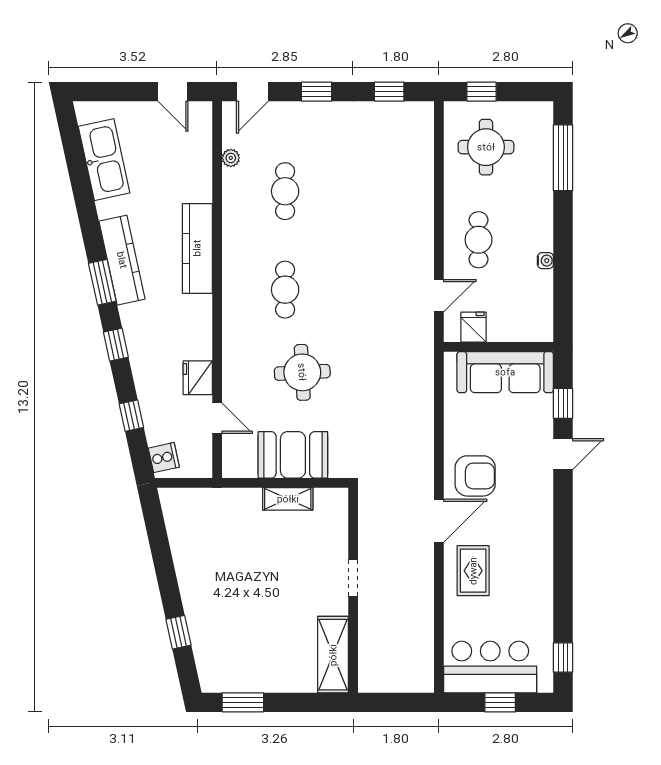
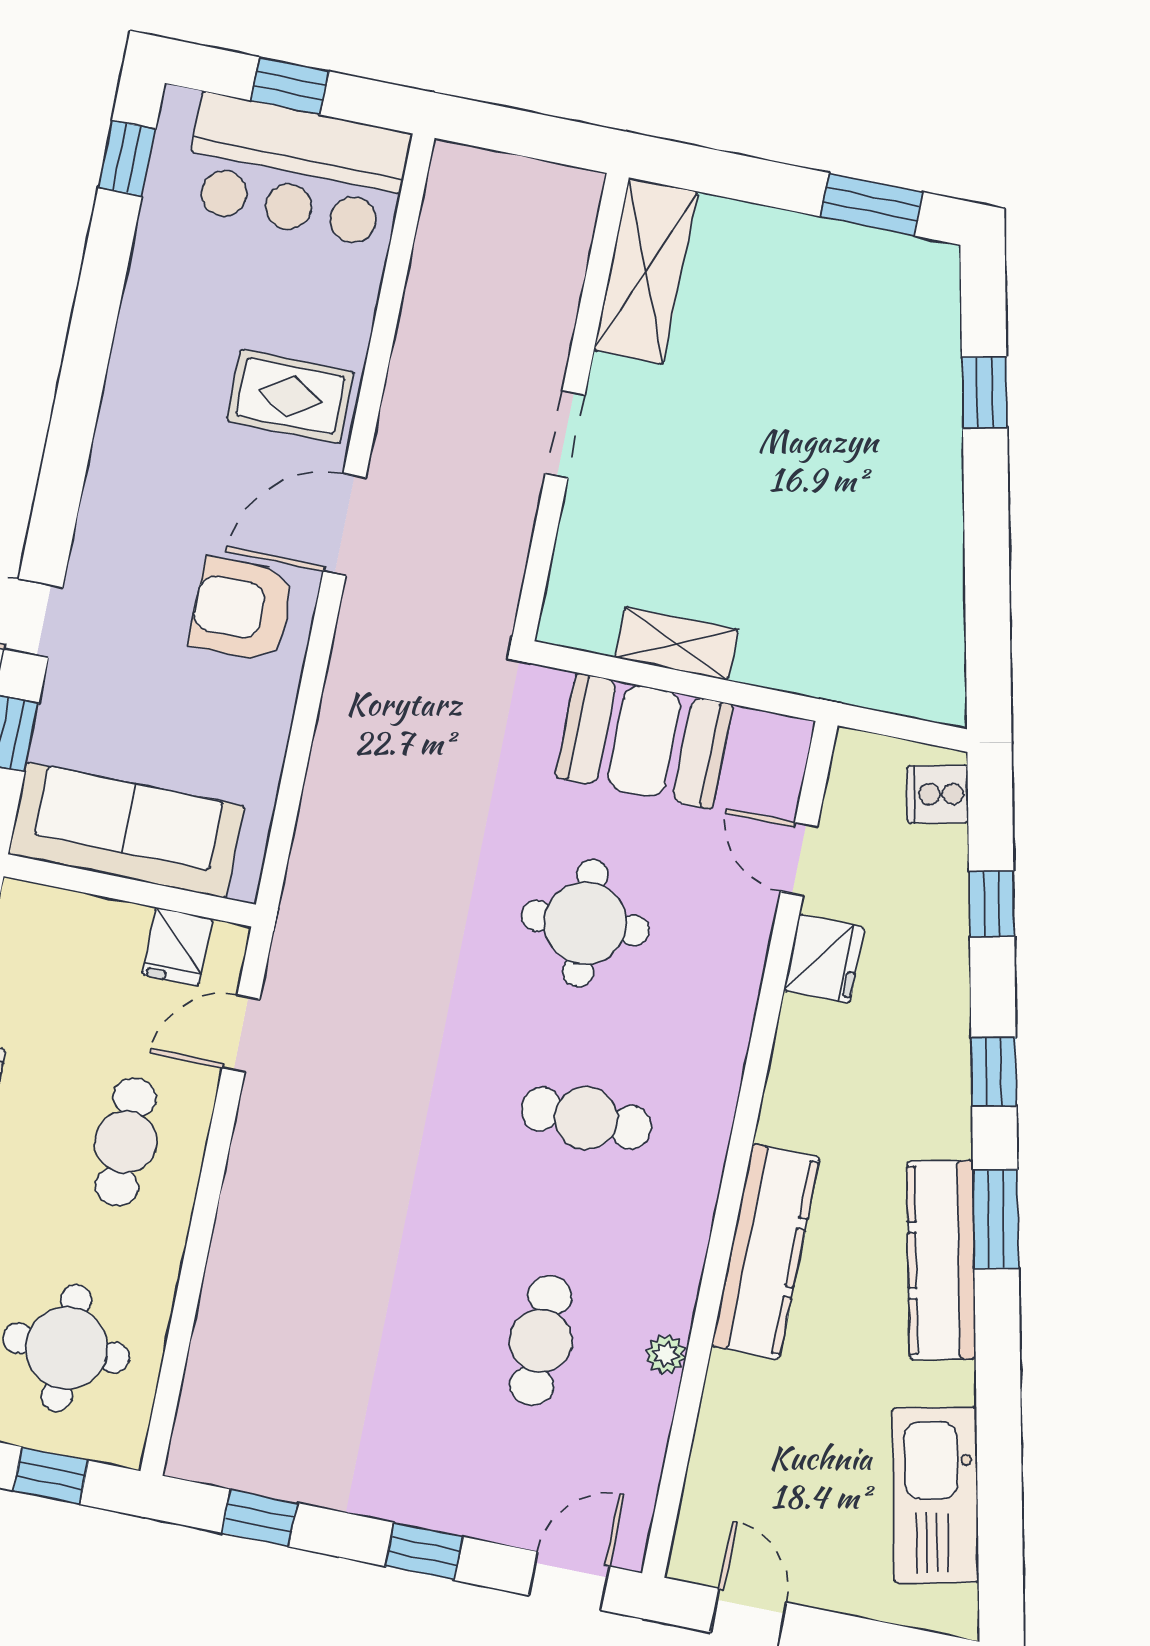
plant: (231, 158) -> (666, 1354), moved
cafe table: (285, 290) -> (586, 1118), turned 90
rug: (473, 571) -> (290, 396), turned 90

